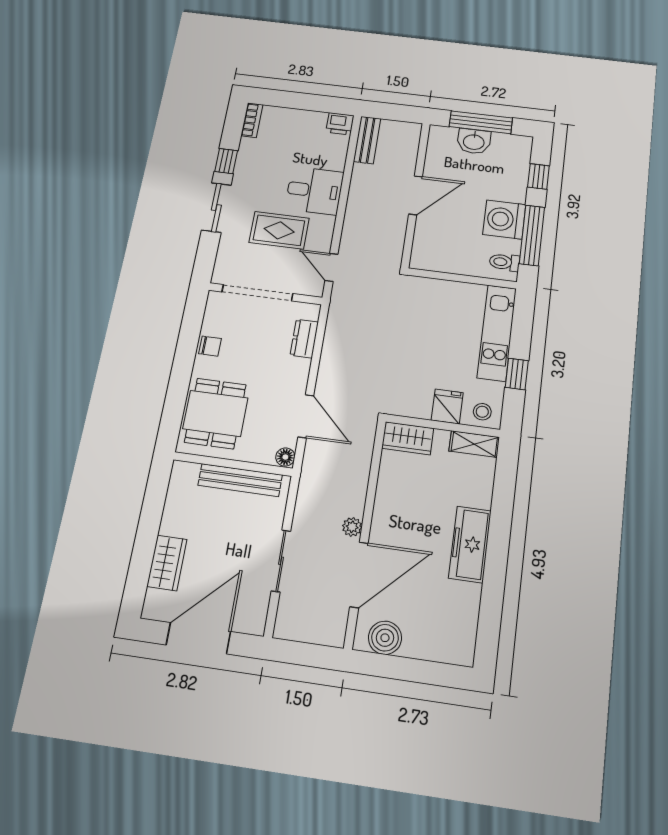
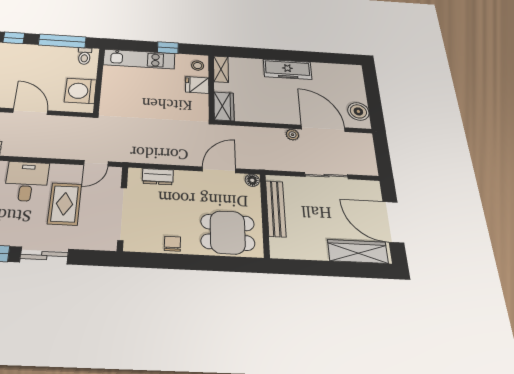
washing machine: (504, 219) -> (81, 91), moved, turned 90
wardrobe: (167, 563) -> (358, 251), width x1.50

